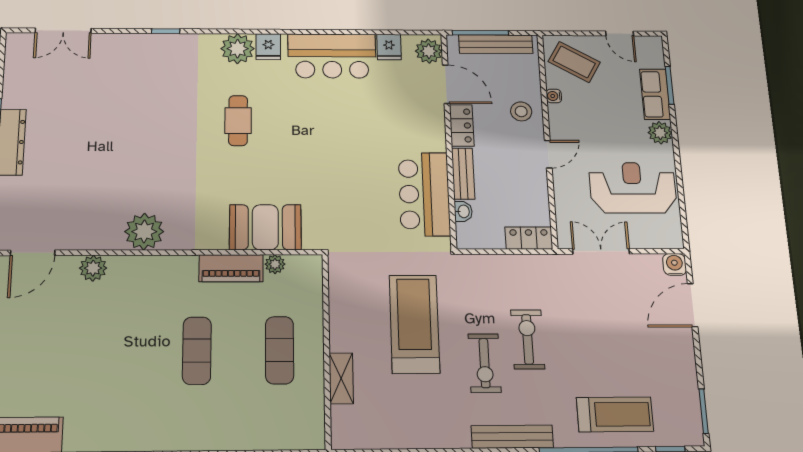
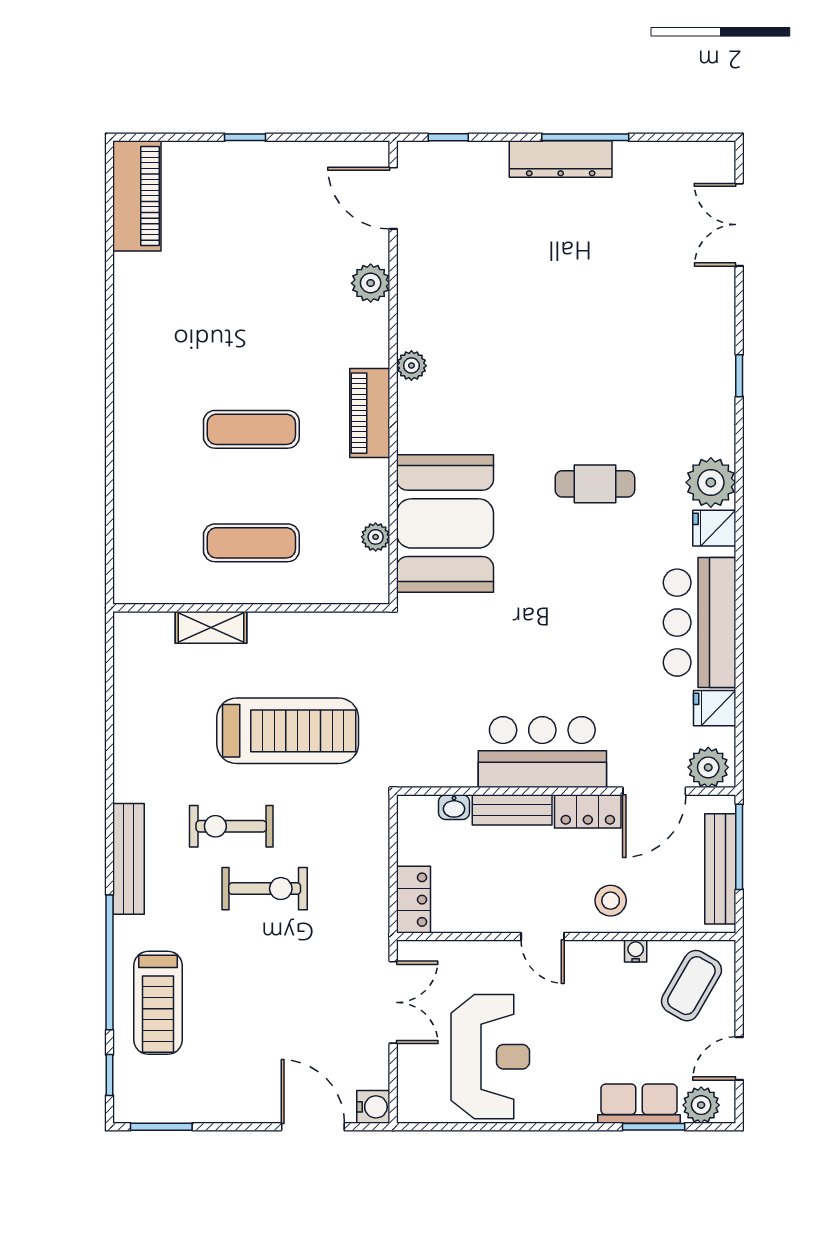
plant: (660, 133) -> (701, 1105), moved
bar counter: (424, 194) -> (542, 752), moved
booth: (265, 227) -> (445, 523), width x1.36, depth x1.42
plant: (144, 232) -> (411, 366), width x0.53, depth x0.53
piano: (231, 268) -> (370, 413), moved

